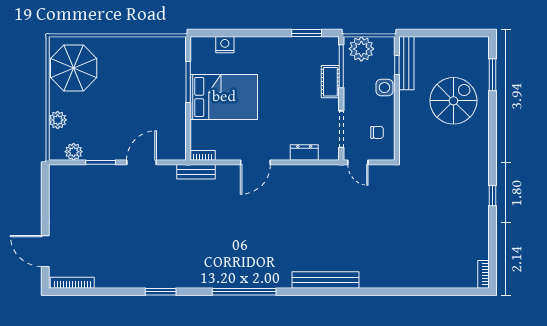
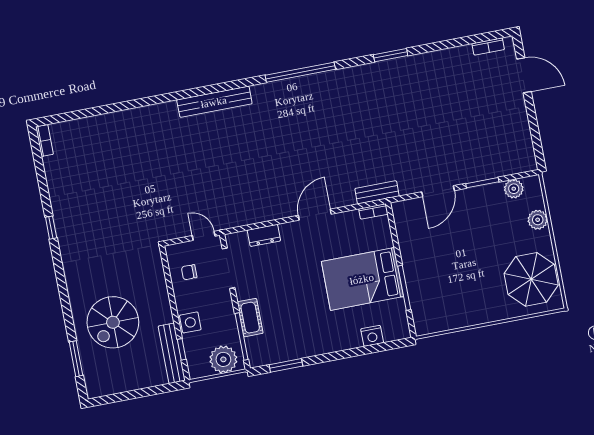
bookcase: (72, 283) -> (488, 46), width x0.64

